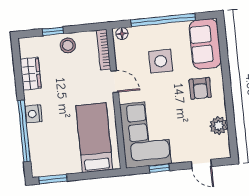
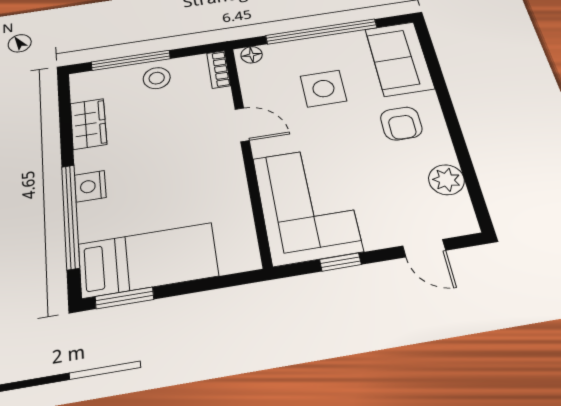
window: (53, 31) -> (131, 60), width x2.17
bookcase: (104, 50) -> (219, 69), width x0.64
bed: (94, 138) -> (148, 260), moved, turned 90

